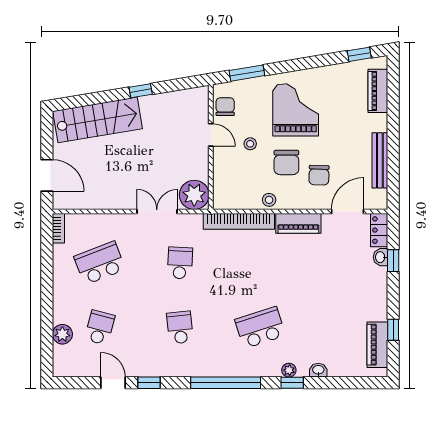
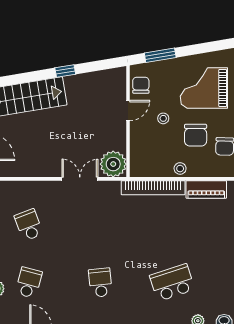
grand piano: (296, 110) -> (204, 88), turned -90
door: (211, 135) -> (128, 111), hinge flipped
school desk: (100, 263) -> (29, 225), width x0.54
school desk: (180, 263) -> (100, 225), removed

